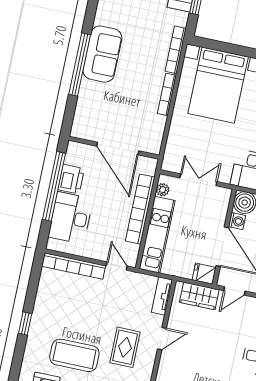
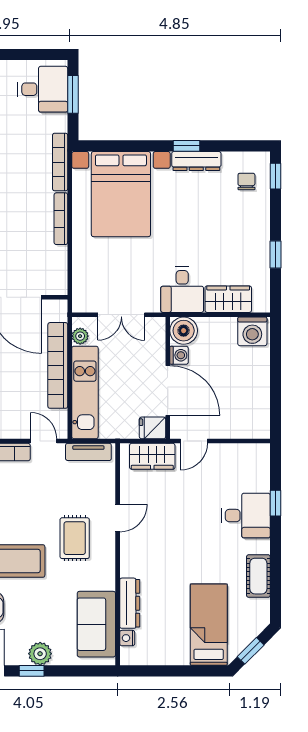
double door: (198, 180) -> (121, 315), swing flipped
tv unit: (162, 296) -> (88, 452), moved, turned -90

